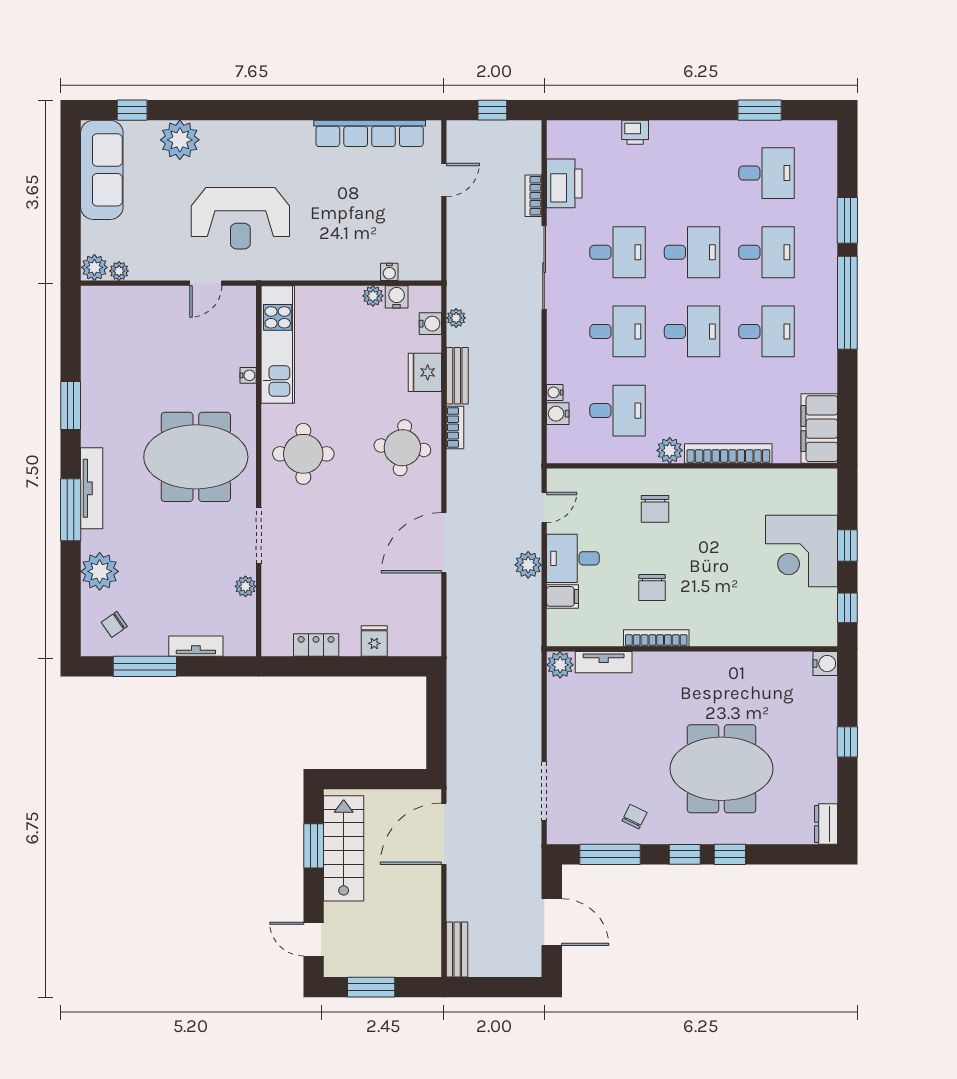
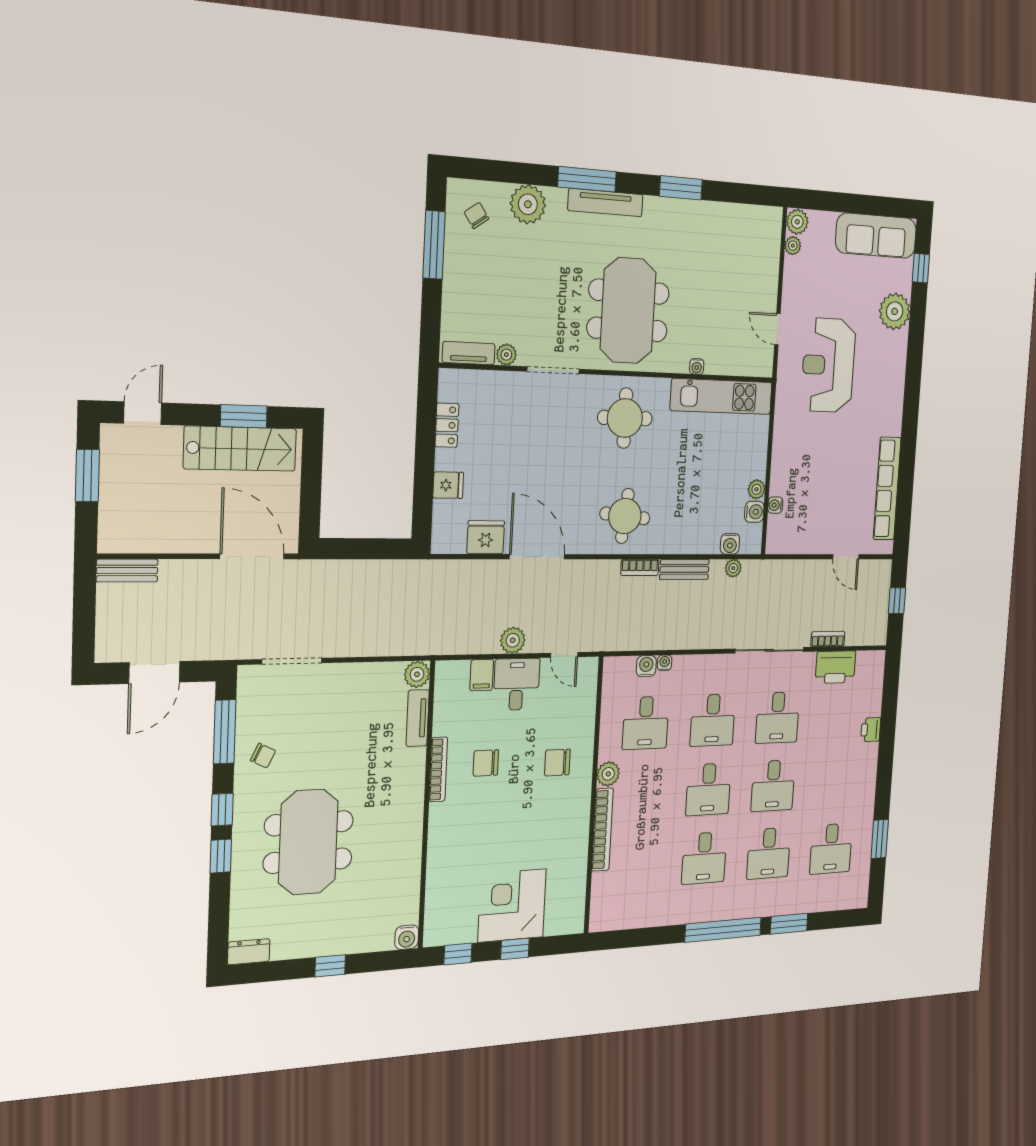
fridge: (425, 372) -> (486, 537), moved
filing cabinet: (819, 429) -> (619, 913), removed
tv unit: (196, 646) -> (469, 353), moved, turned -90

